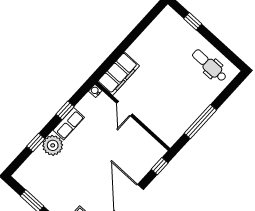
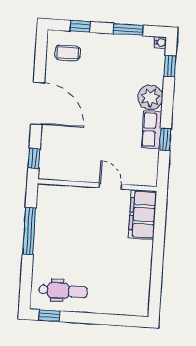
window: (193, 21) -> (49, 316), moved
water cooler: (95, 91) -> (160, 43), moved
window: (36, 143) -> (170, 66), moved

